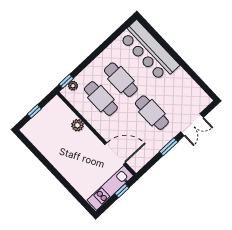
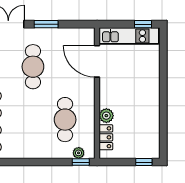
cafe table: (121, 80) -> (33, 120), removed
window: (34, 111) -> (144, 162), moved
locker: (65, 111) -> (106, 137), added
window: (122, 191) -> (143, 24), moved

